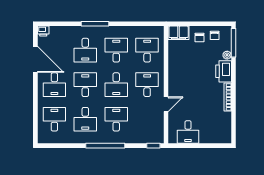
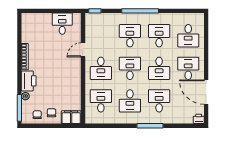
desk: (147, 50) -> (101, 101), turned 180
desk: (116, 119) -> (130, 36), turned 180

